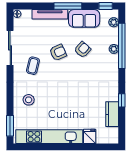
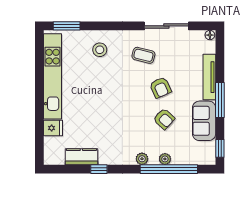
plant: (114, 22) -> (142, 159), moved

